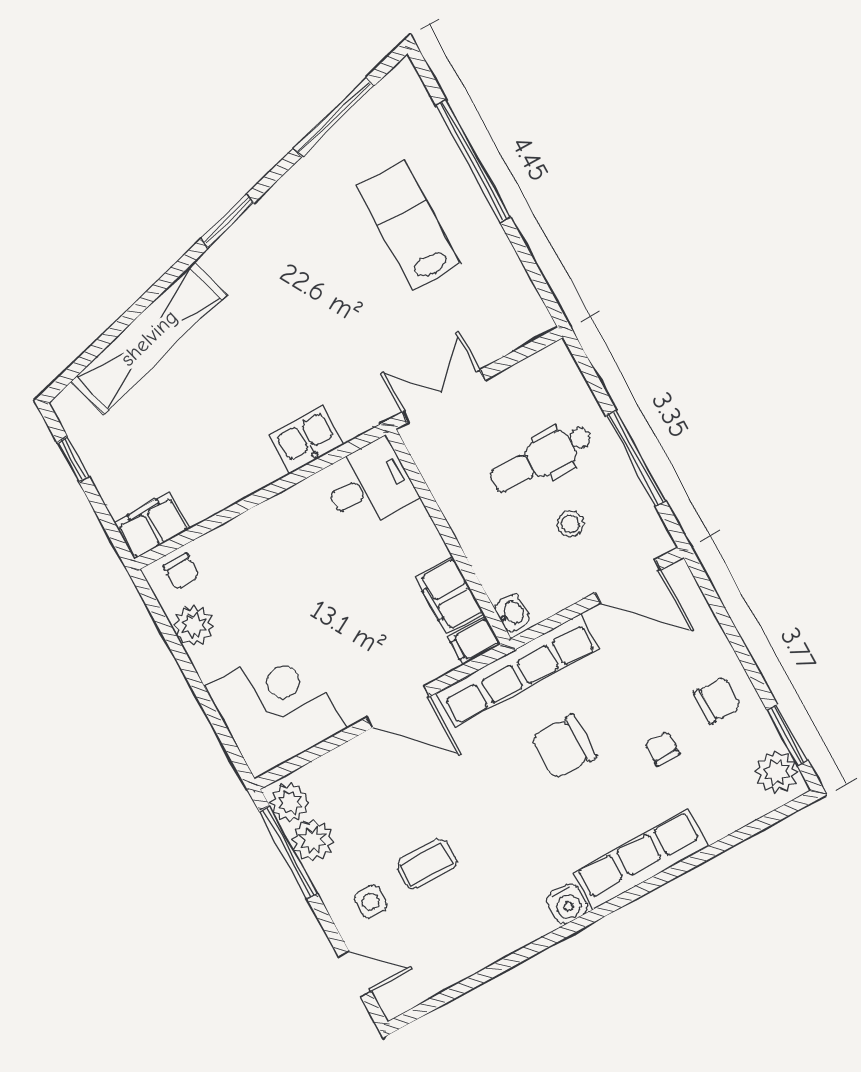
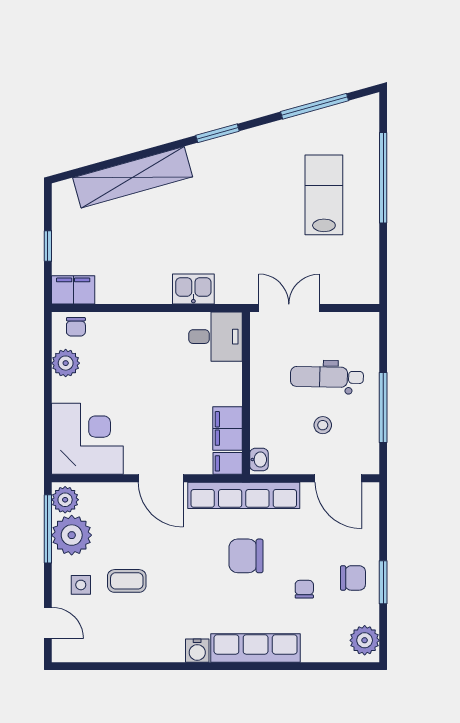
window: (73, 459) -> (48, 246), moved
window: (787, 735) -> (383, 582), moved
plant: (313, 840) -> (72, 535), width x1.36, depth x1.36

